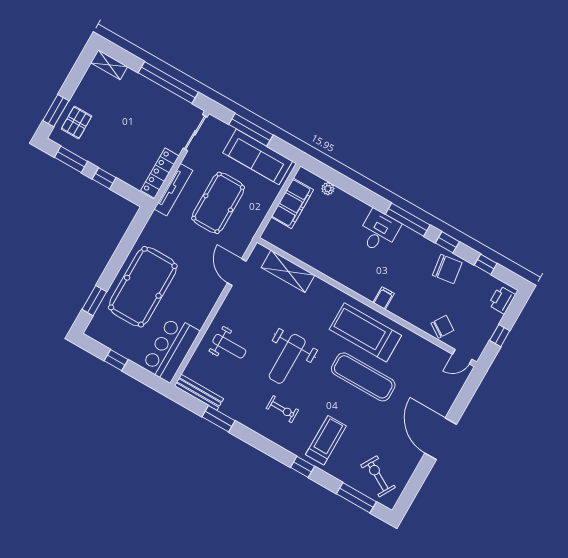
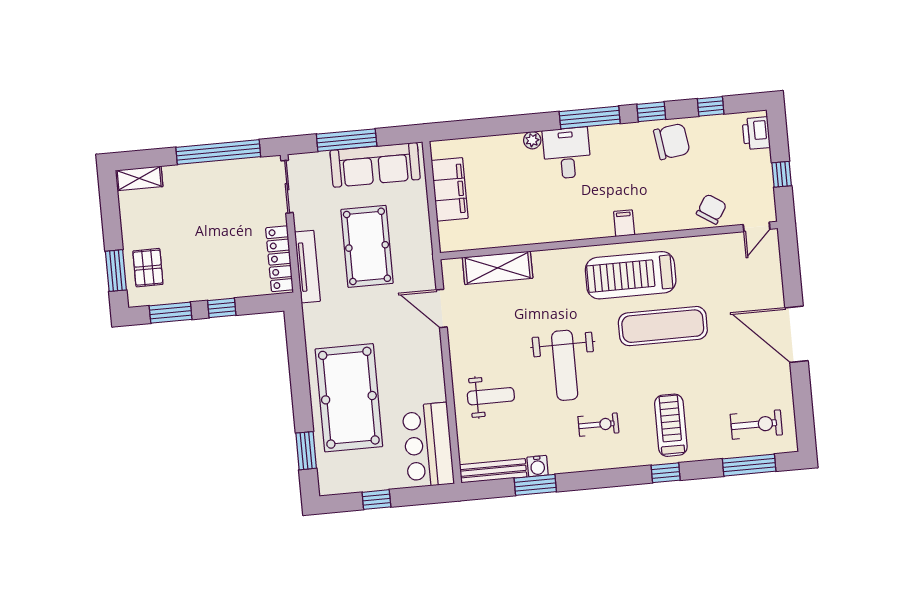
plant: (328, 189) -> (532, 140), moved
water cooler: (228, 408) -> (538, 466), added
exercise bike: (378, 476) -> (756, 425), turned 150

